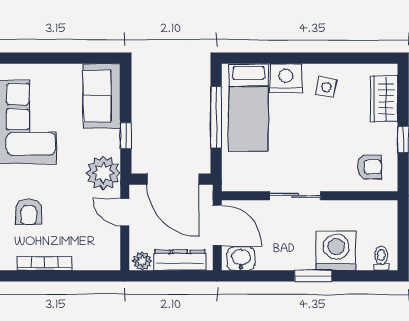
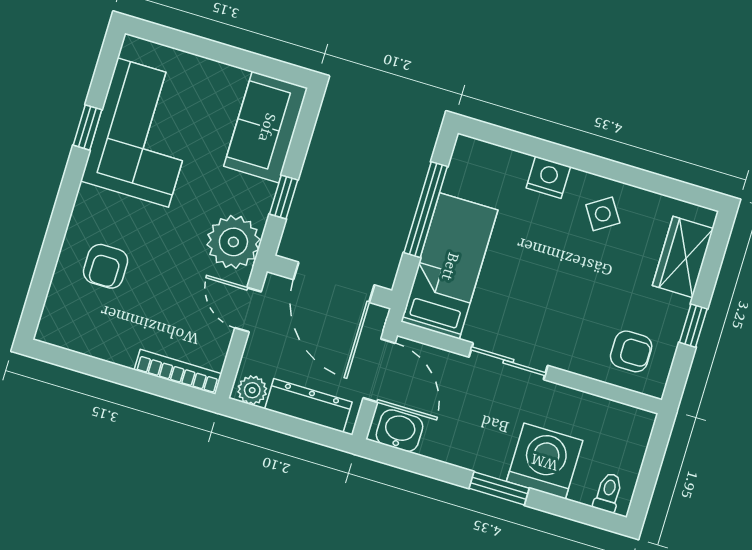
nightstand: (286, 78) -> (548, 177), width x0.74, depth x0.75
side table: (326, 87) -> (603, 214), turned 45
bed: (249, 107) -> (449, 266), moved, turned 180
bookcase: (45, 263) -> (178, 372), moved

